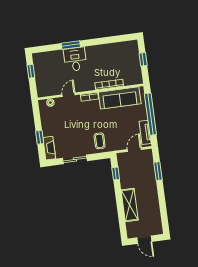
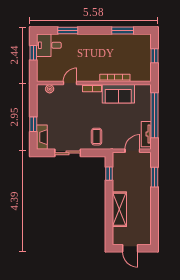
window: (111, 40) -> (123, 30), added
window: (71, 45) -> (68, 30), moved
desk: (75, 59) -> (49, 45), moved, turned -90
sofa: (120, 98) -> (118, 94), width x0.73

